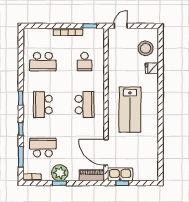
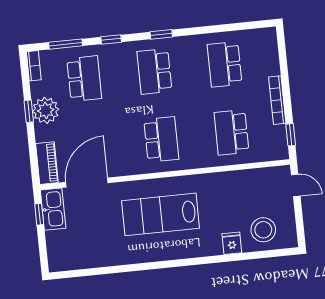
school desk: (85, 62) -> (231, 132), width x1.85
school desk: (43, 105) -> (154, 71), turned -90
school desk: (85, 105) -> (161, 139), turned -90

